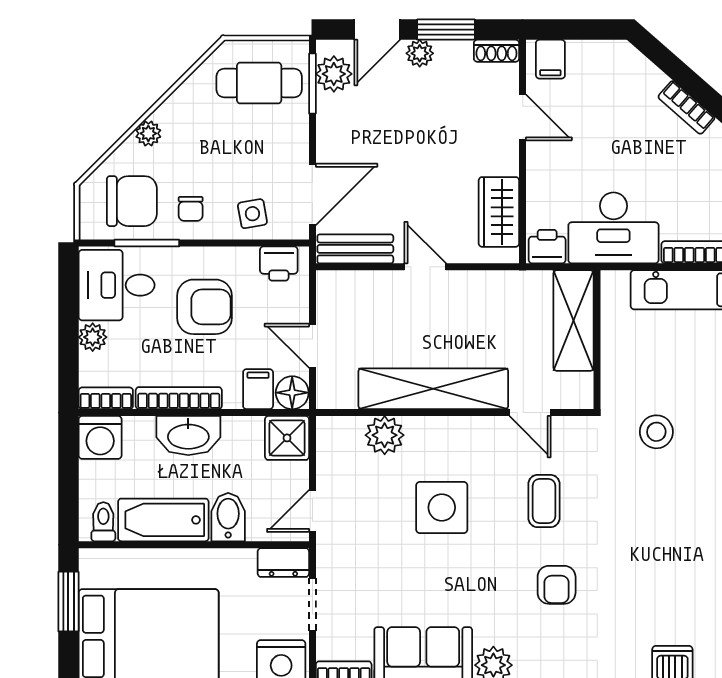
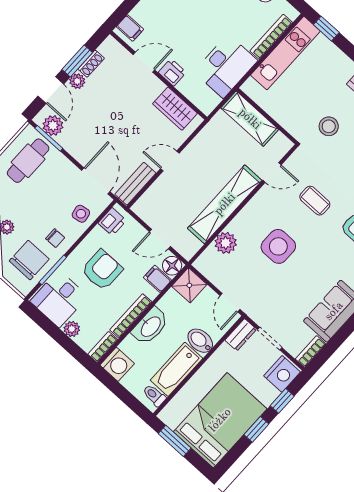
shoe rack: (496, 51) -> (91, 64), moved
printer: (547, 247) -> (172, 72), moved, turned 90

